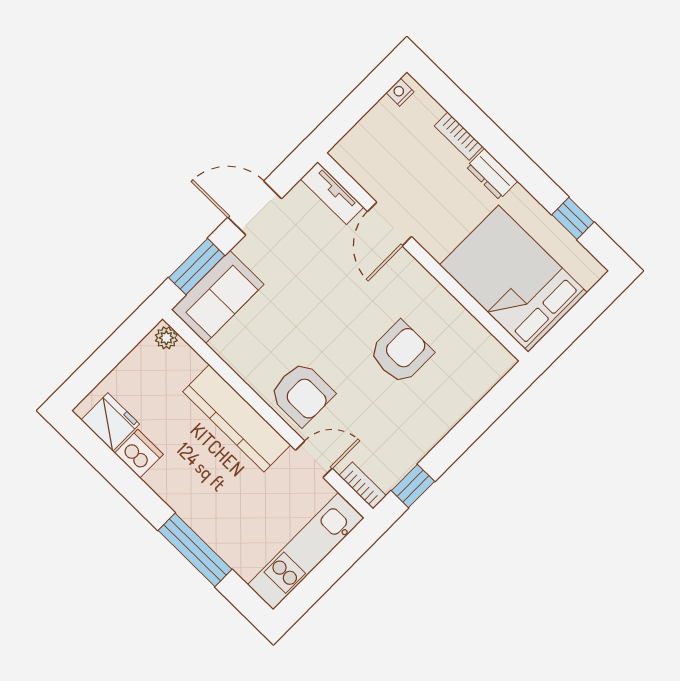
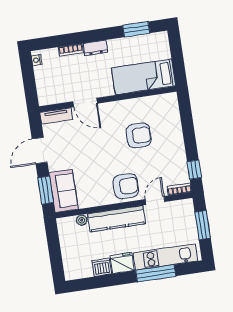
window: (573, 218) -> (136, 29), width x1.50
bed: (513, 279) -> (144, 77), width x0.67
plant: (166, 338) -> (82, 220), moved
armchair: (401, 353) -> (139, 135), turned 90
fridge: (110, 422) -> (122, 263), moved
kitchen unit: (306, 552) -> (165, 257), moved, turned 90
window: (332, 568) -> (203, 225), added

